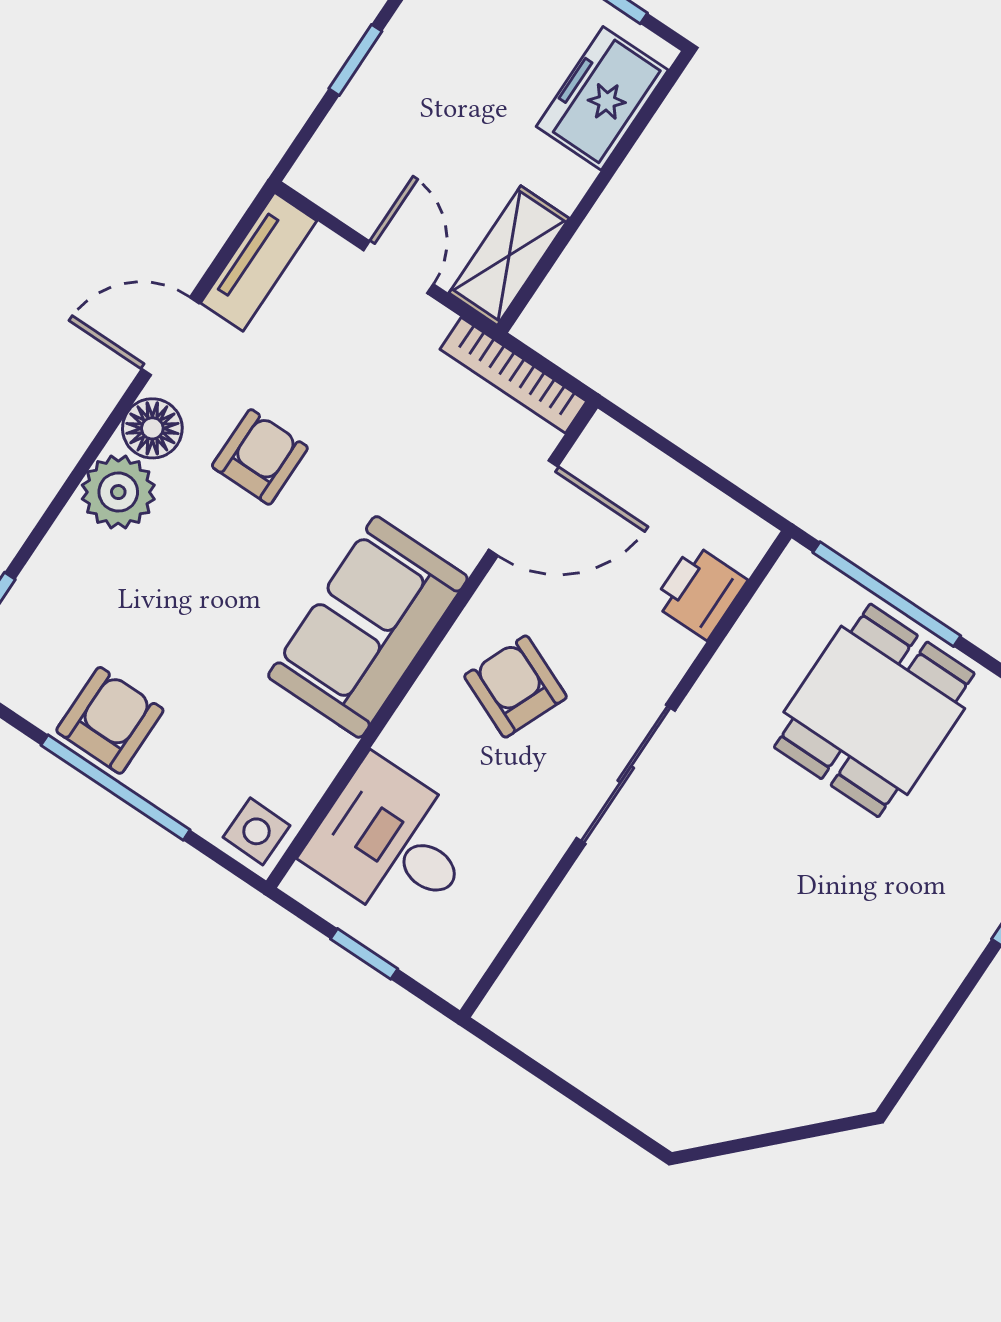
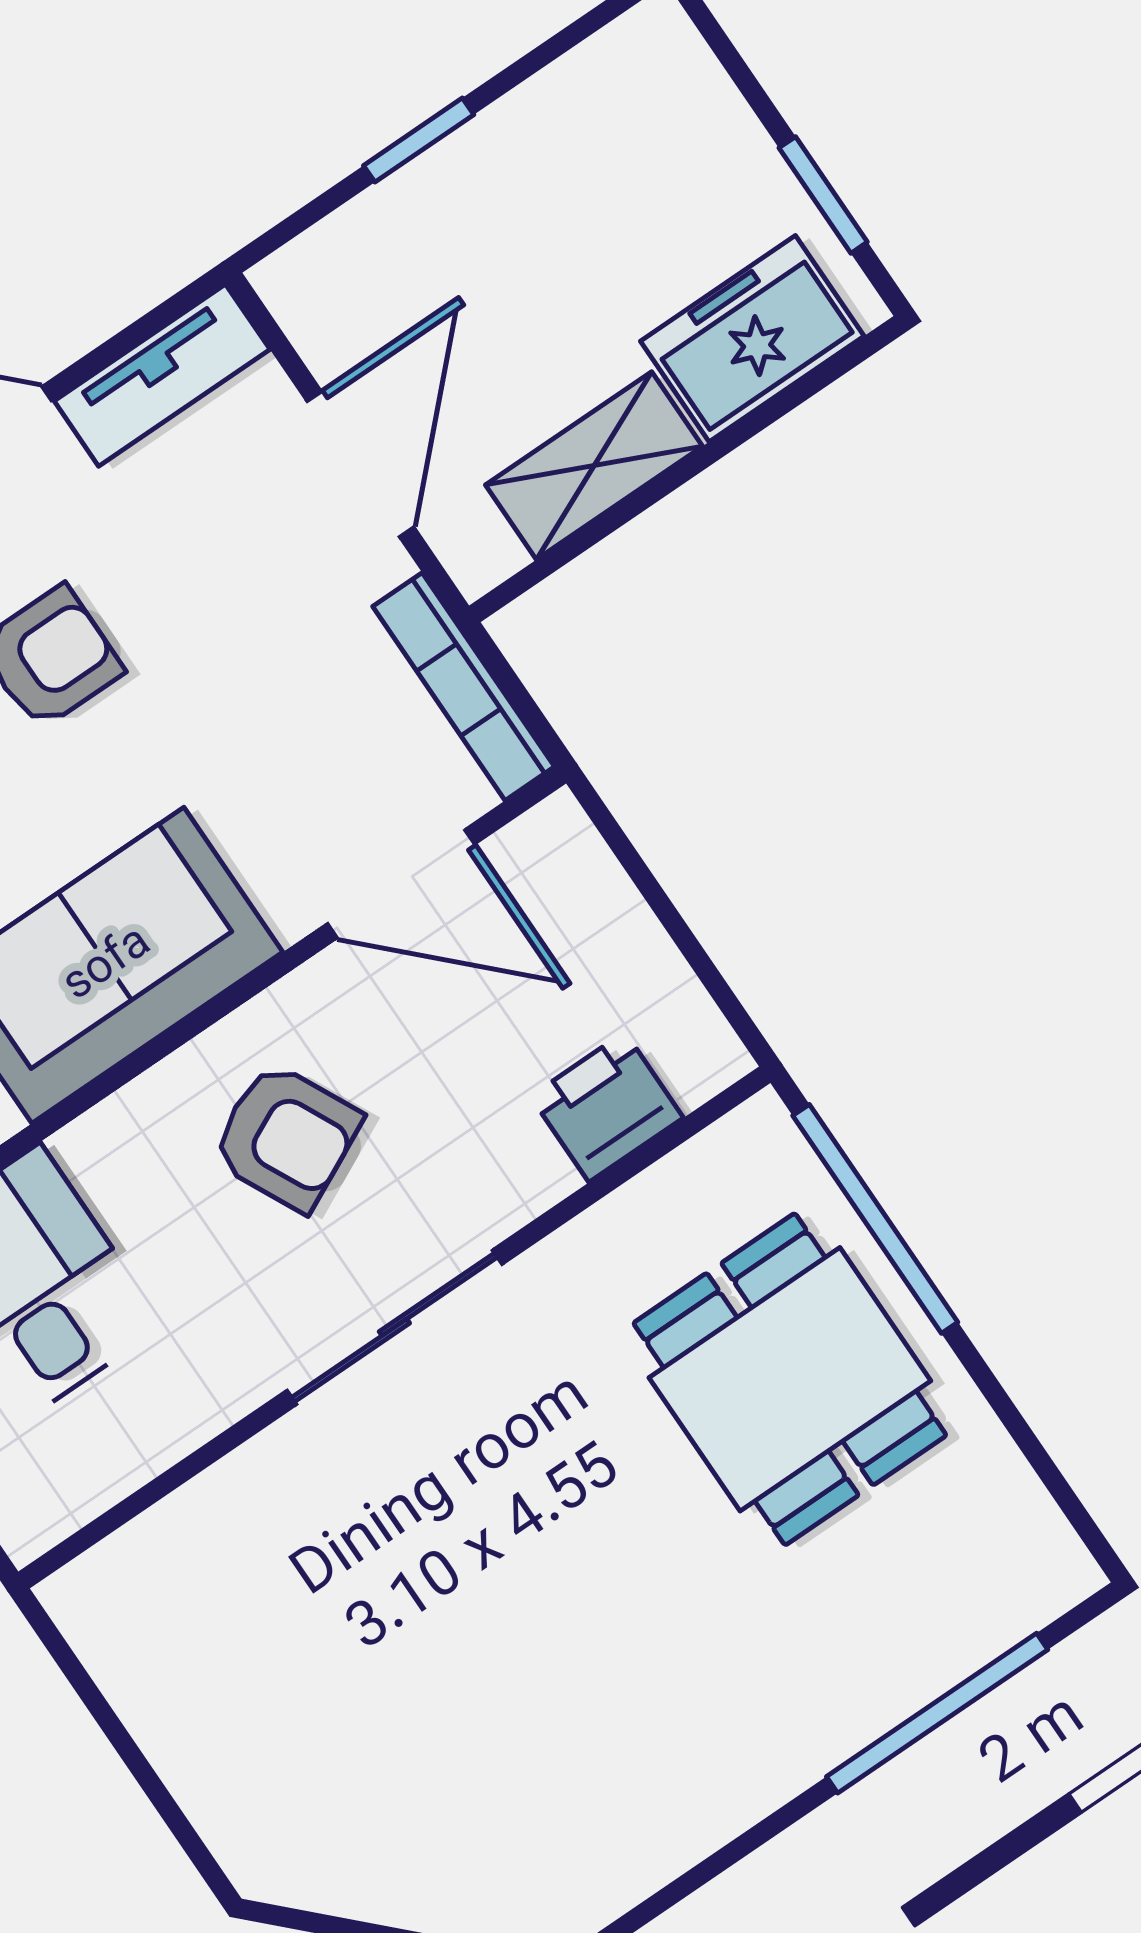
shelving: (509, 256) -> (594, 466), moved
door: (398, 267) -> (361, 464), width x1.38
armchair: (515, 687) -> (286, 1137), turned 131
dining table: (874, 710) -> (790, 1379), turned 90

